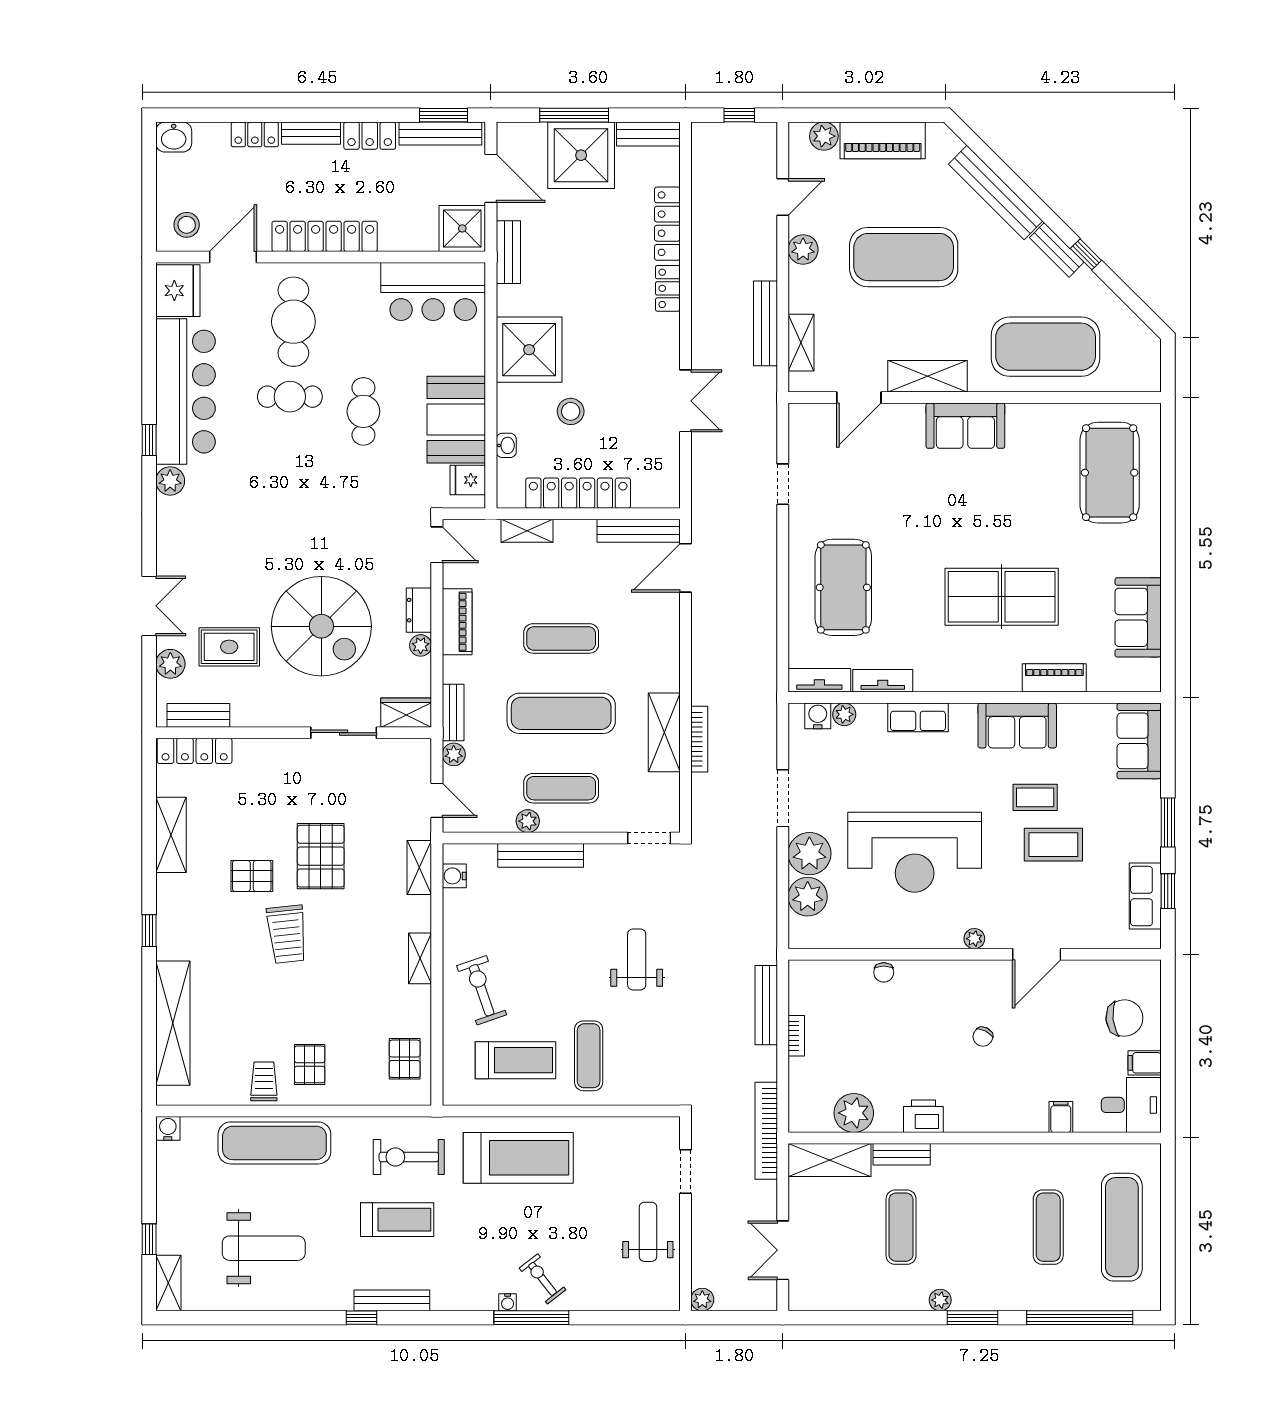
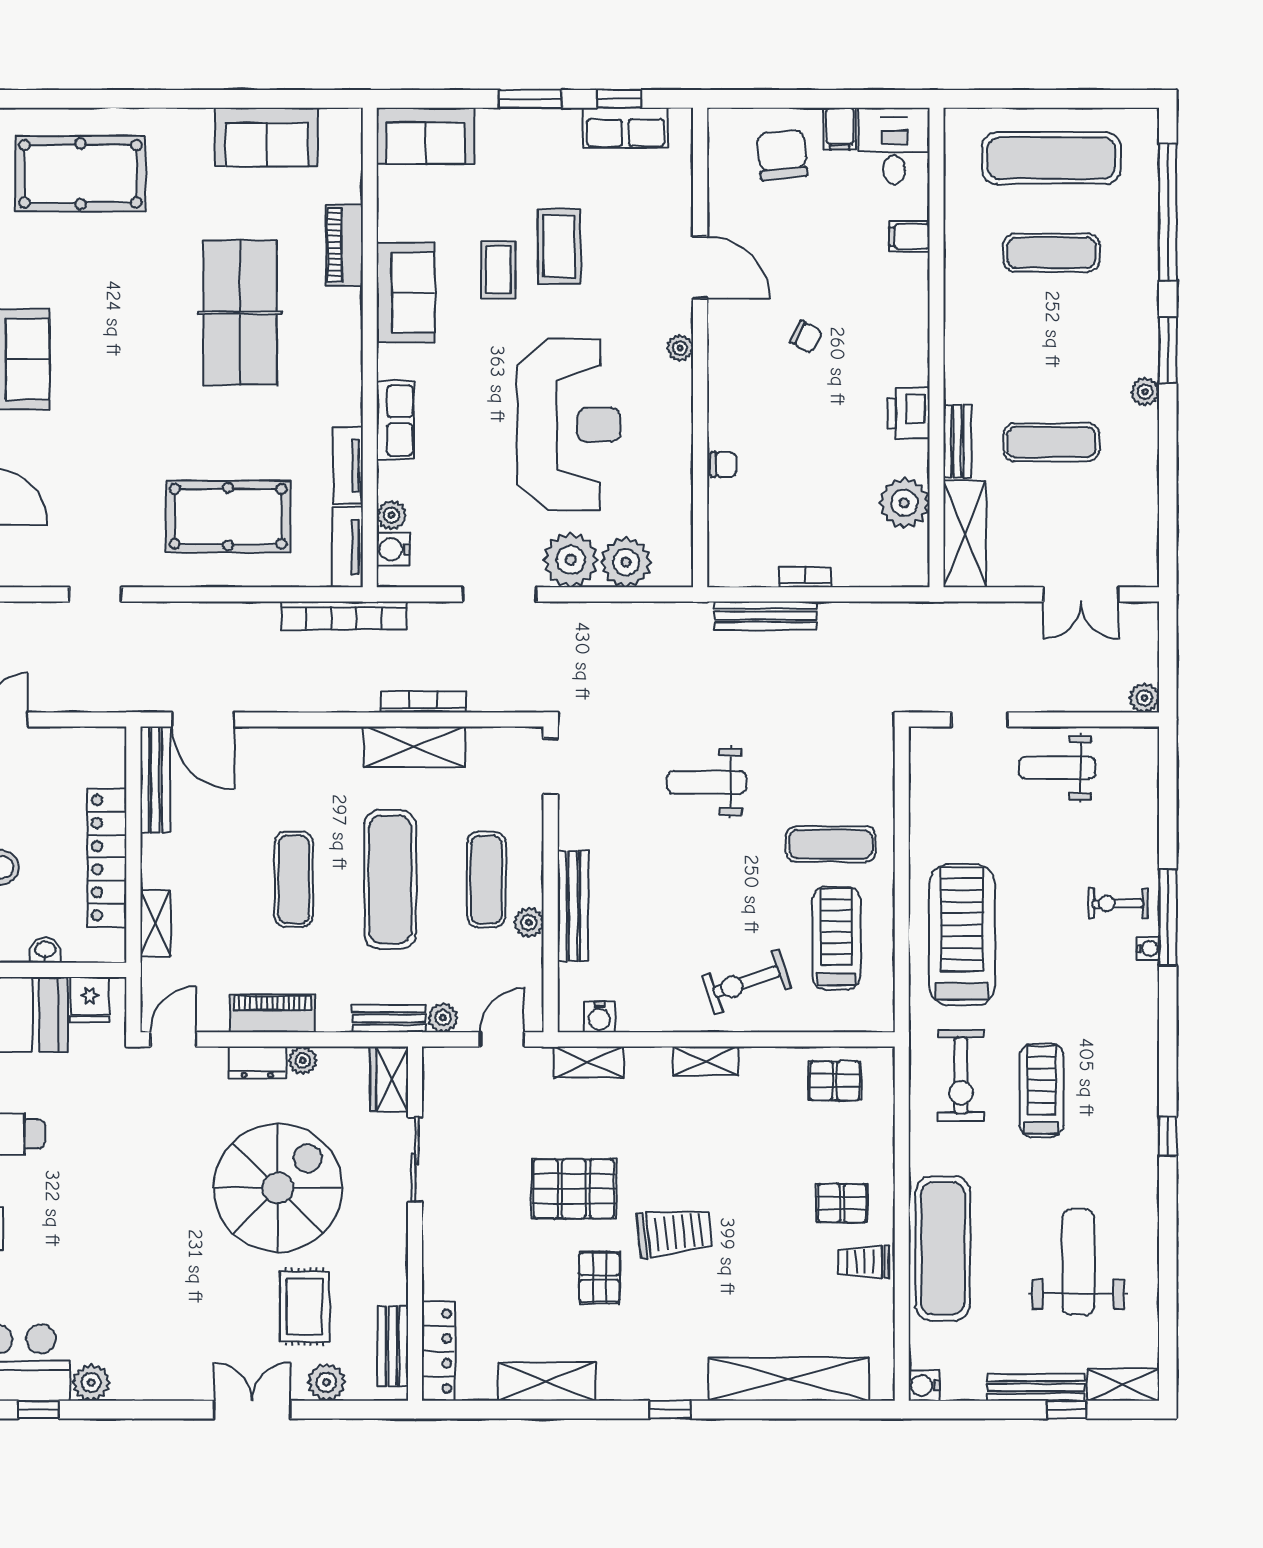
bookcase: (766, 1131) -> (344, 616), moved
exercise bike: (543, 1279) -> (1118, 903), turned 38
bench: (392, 1300) -> (1036, 1387), moved, turned 90

